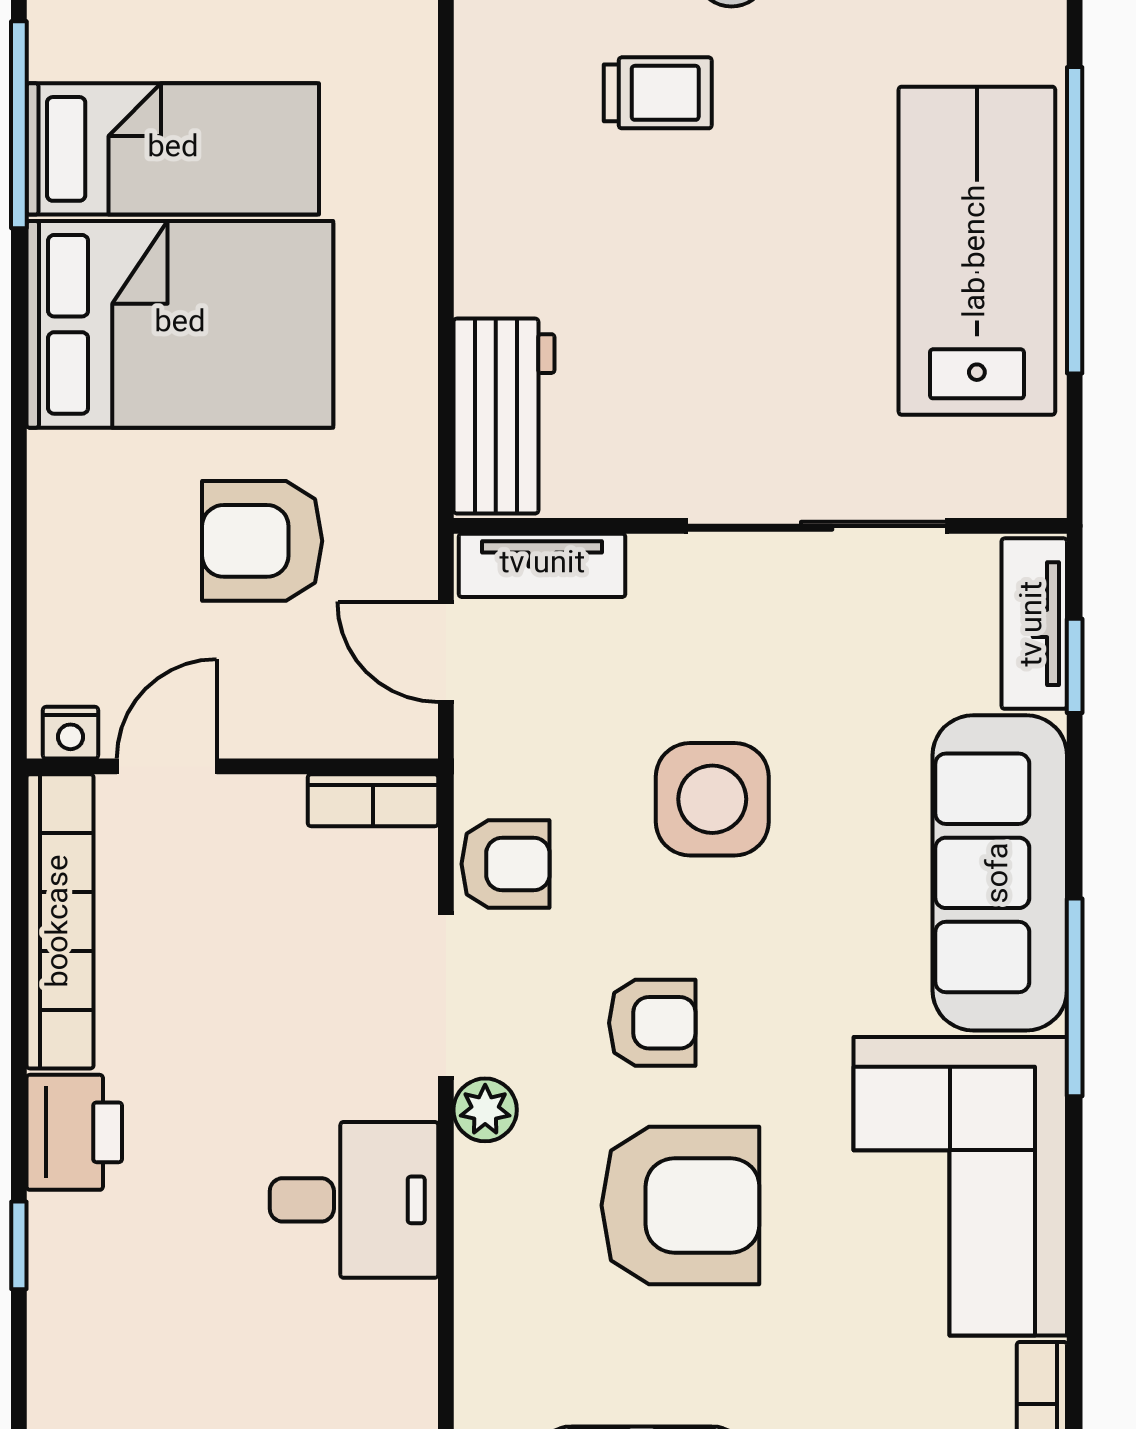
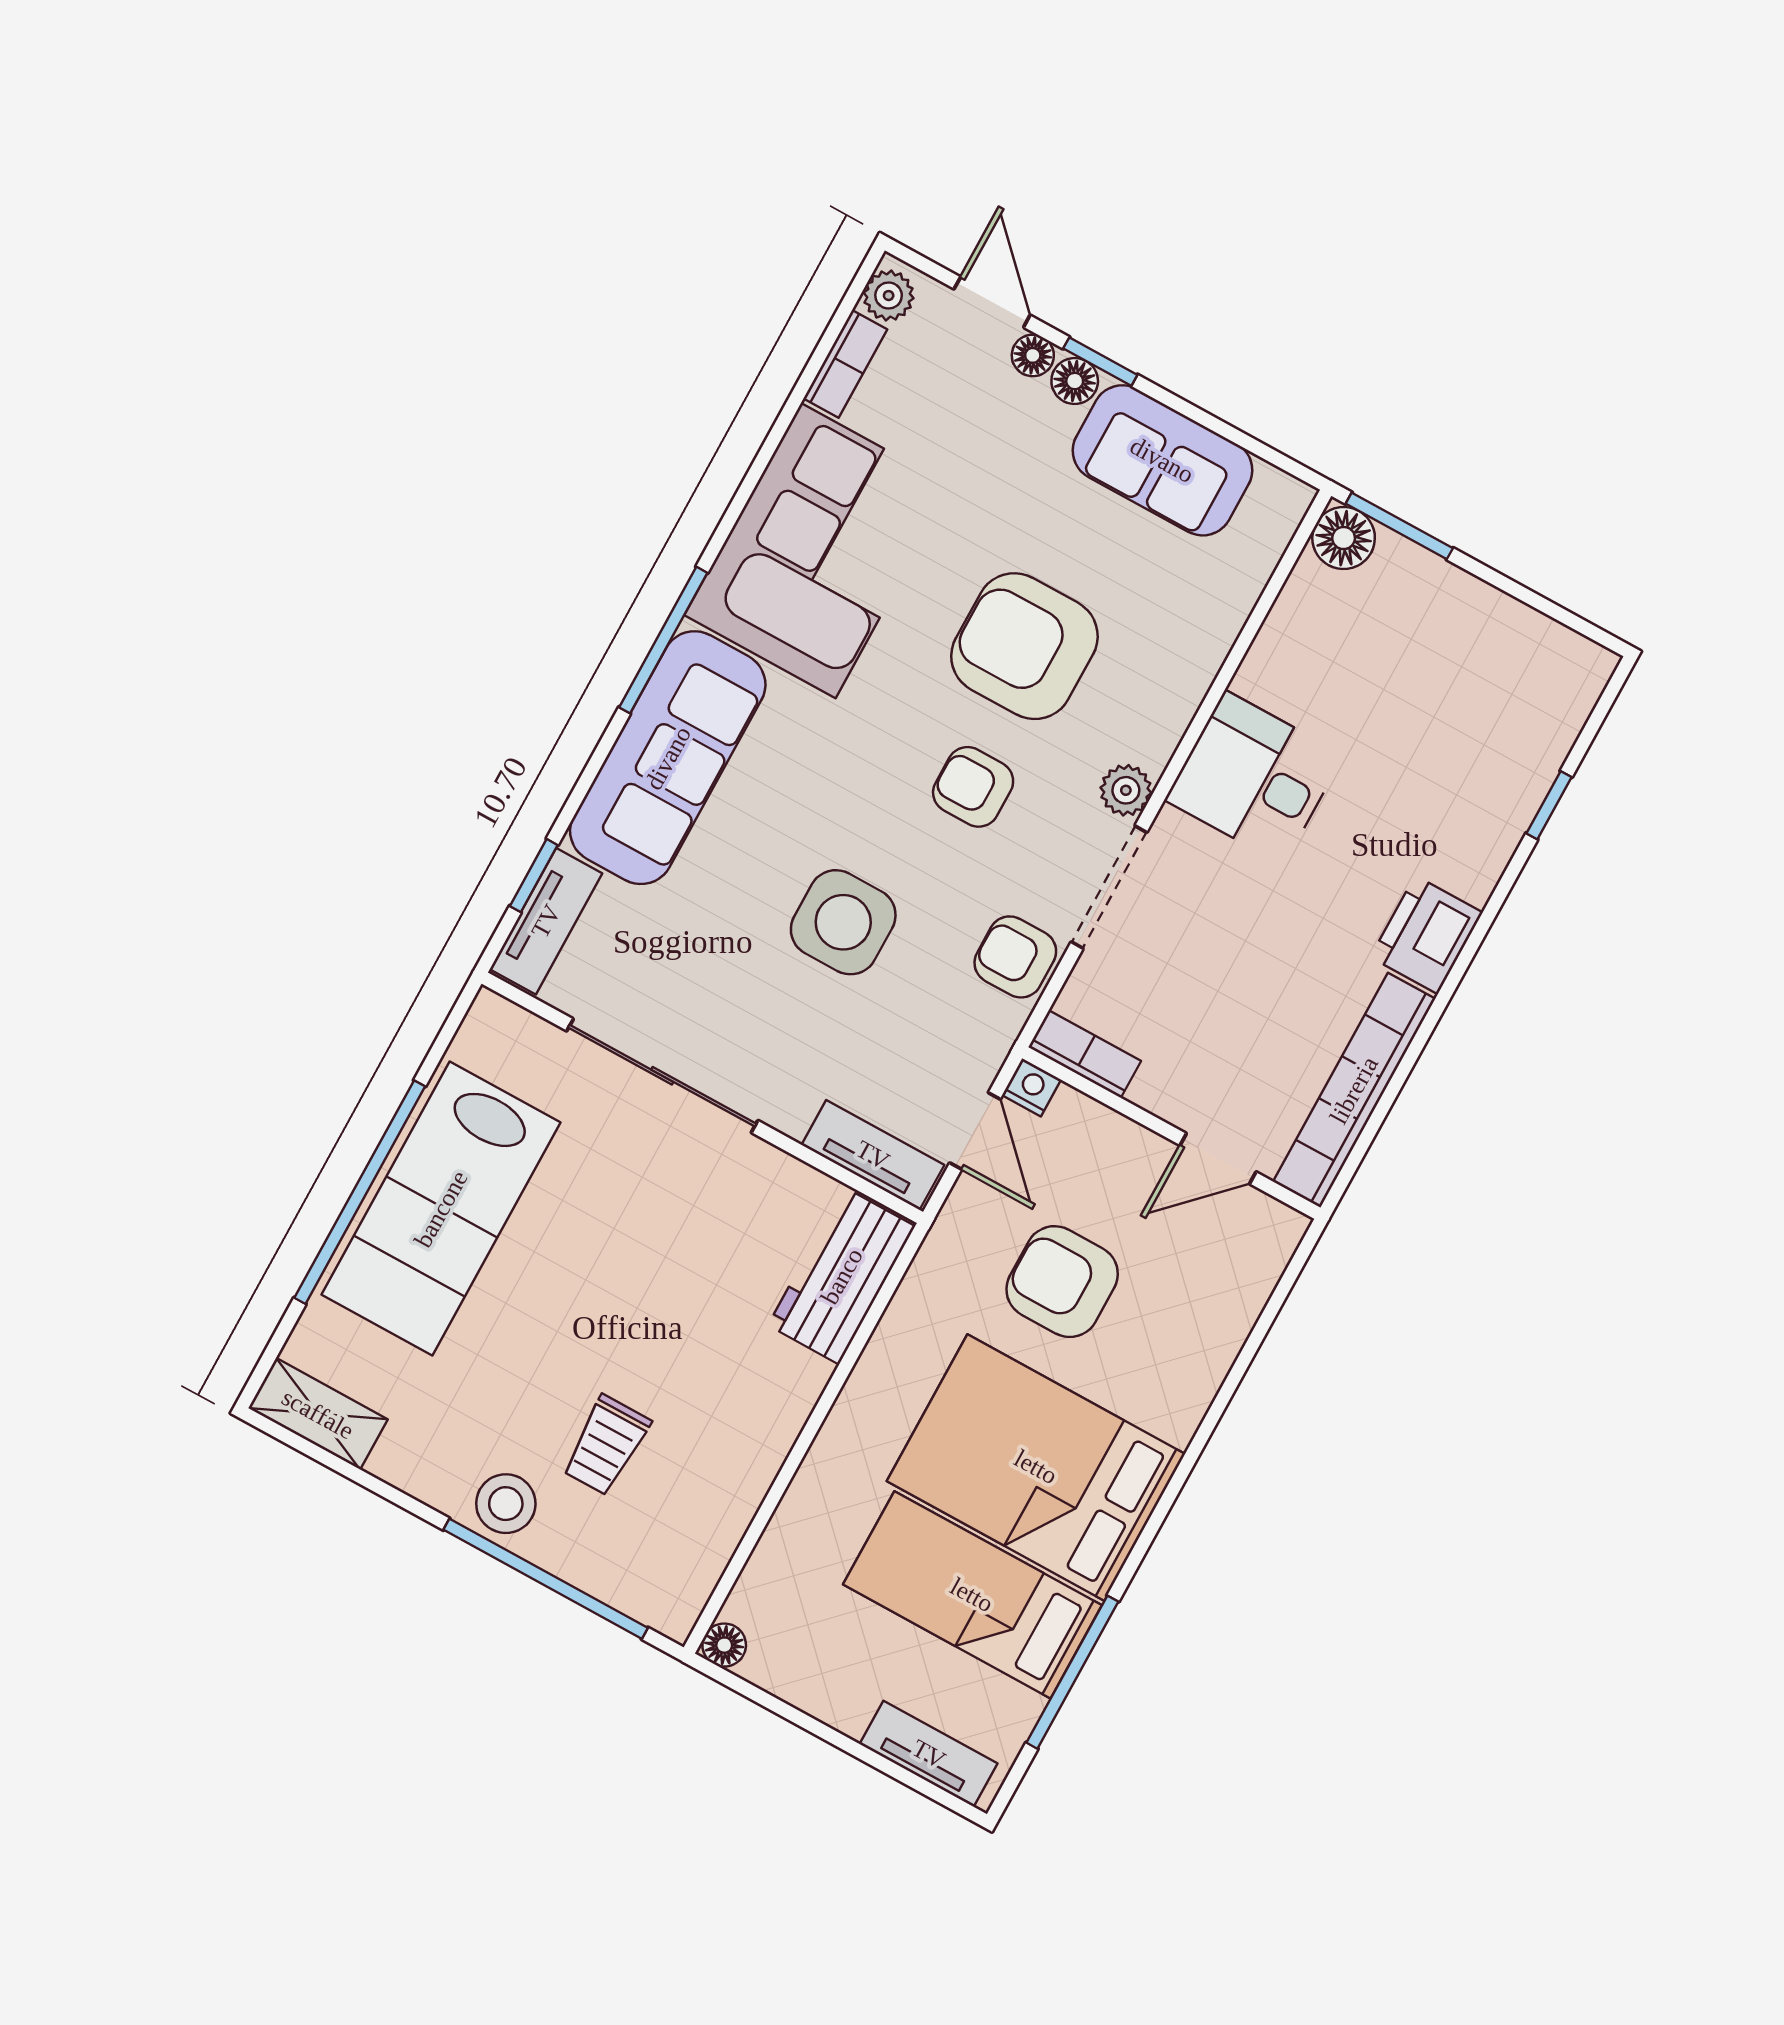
trolley: (658, 93) -> (606, 1445), turned -90
armchair: (262, 541) -> (1062, 1282), turned 180
nightstand: (70, 733) -> (1032, 1087), moved
window: (19, 1245) -> (1549, 805), moved

